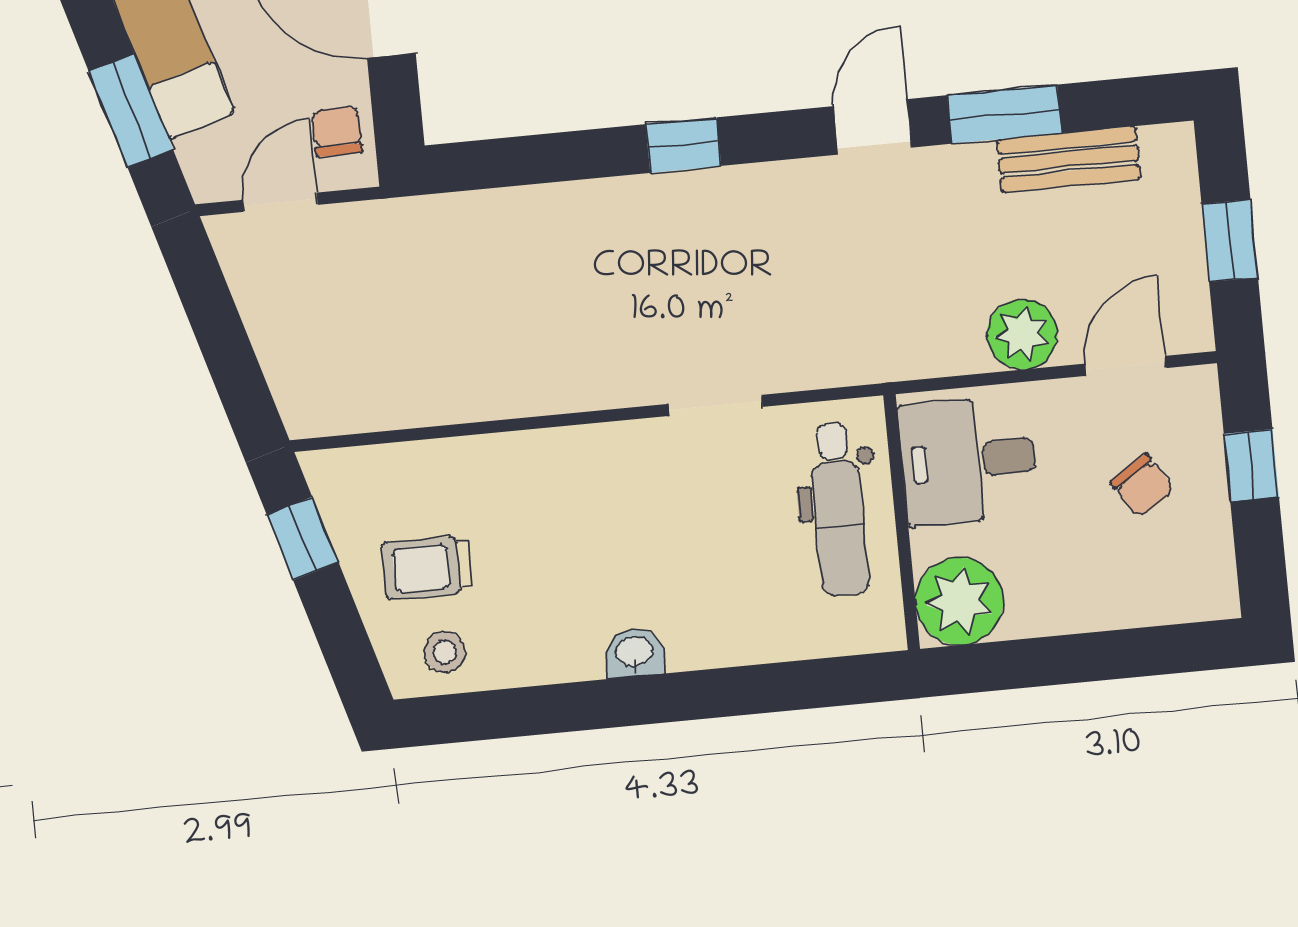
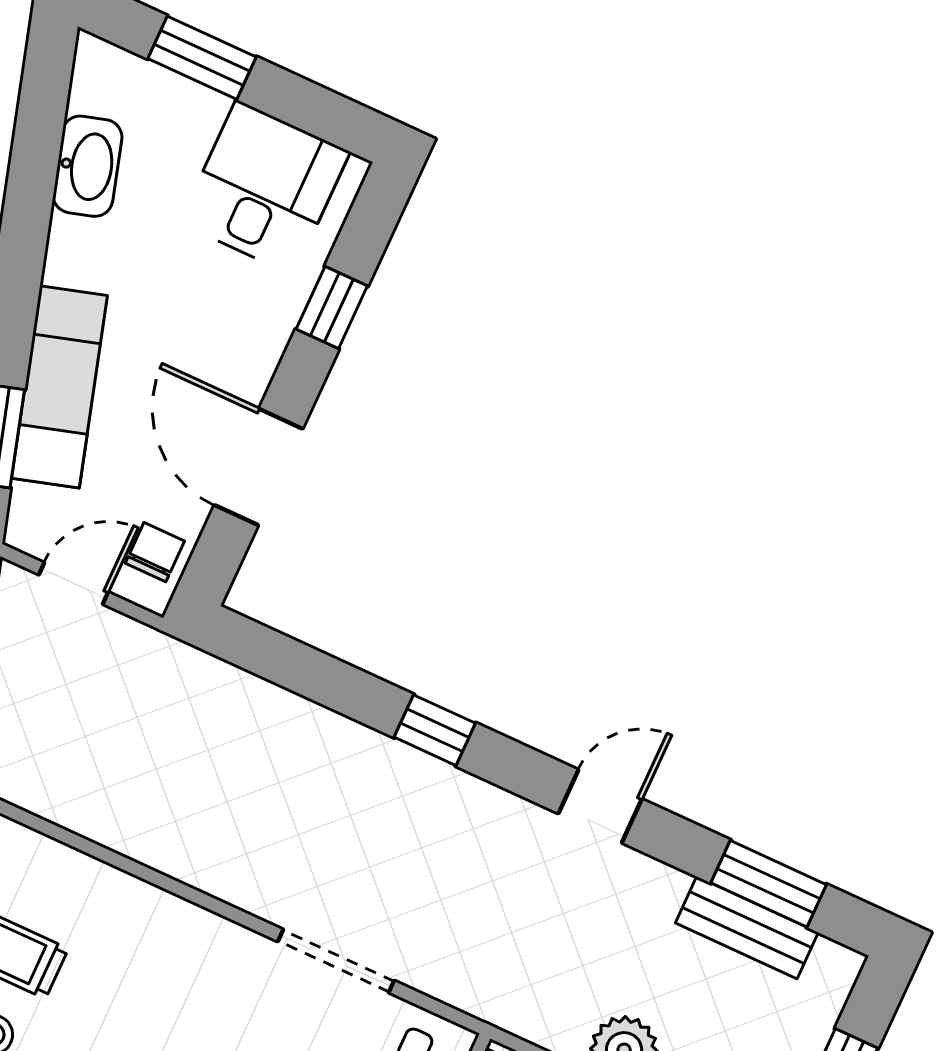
window: (1004, 114) -> (769, 884), moved
doorway: (716, 405) -> (336, 961), width x1.38

